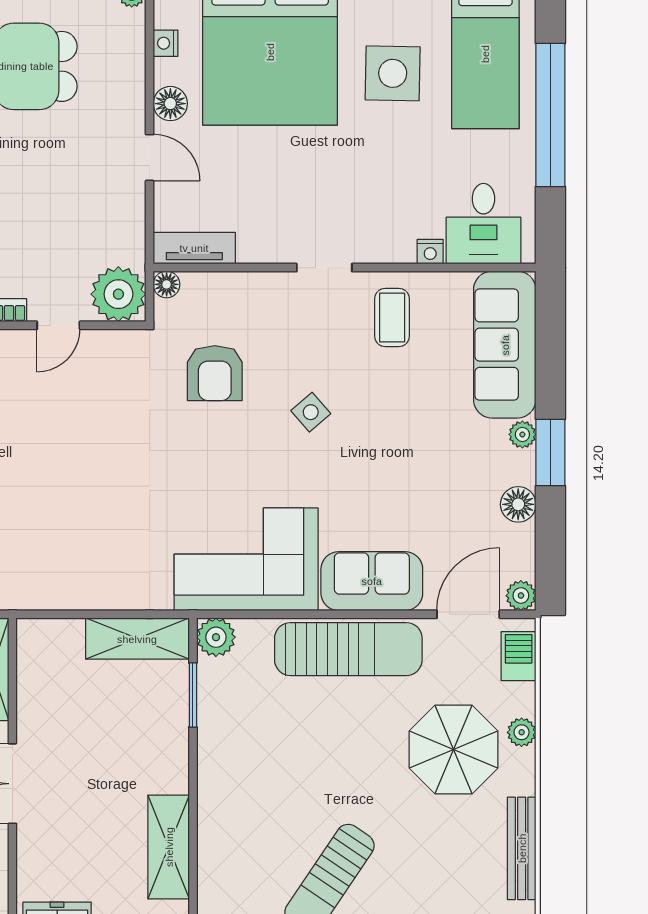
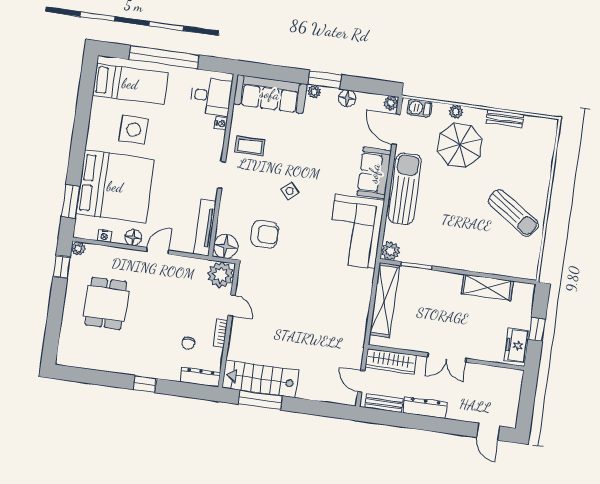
tv unit: (194, 248) -> (205, 228), width x1.41
floor lamp: (167, 284) -> (226, 246), width x1.89, depth x1.89
shelving: (137, 639) -> (384, 300), width x1.47
bench: (522, 848) -> (505, 118), width x0.73

